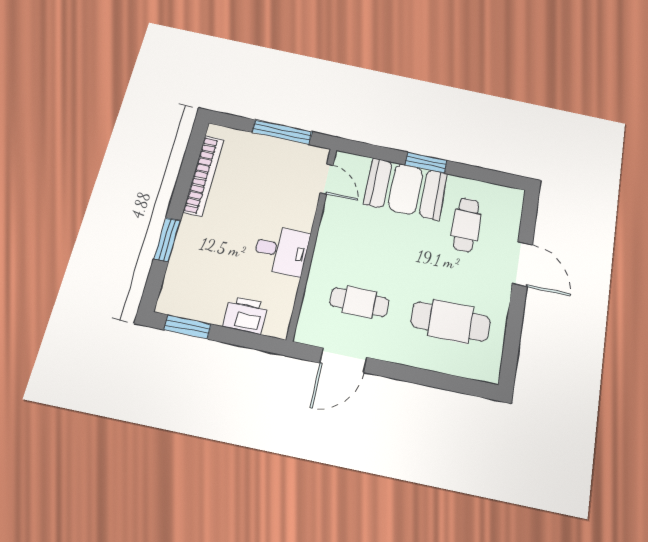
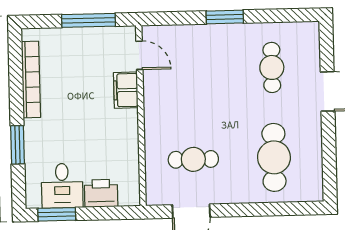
booth: (406, 189) -> (211, 47), removed
filing cabinet: (303, 211) -> (126, 90), added
desk: (281, 250) -> (62, 186), moved, turned 90
cafe table: (450, 321) -> (274, 157), turned 90

